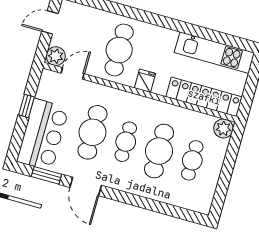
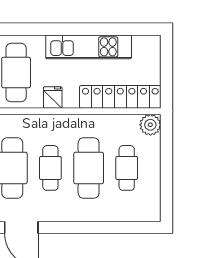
kitchen unit: (214, 53) -> (89, 47), moved

